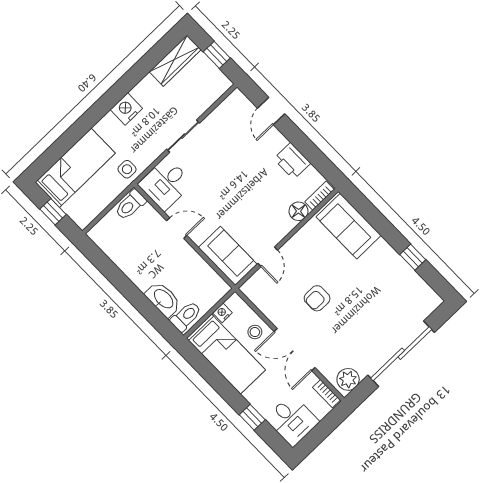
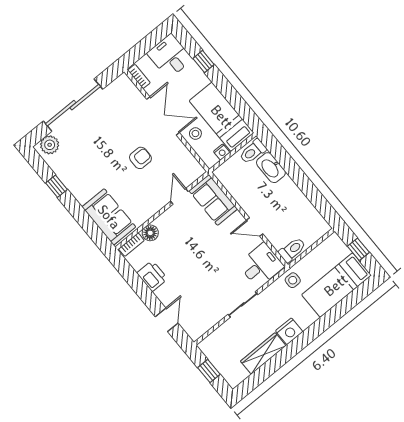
wardrobe: (175, 61) -> (263, 353), moved
plant: (348, 379) -> (50, 145), moved

